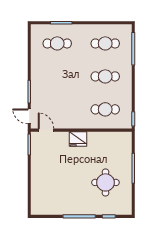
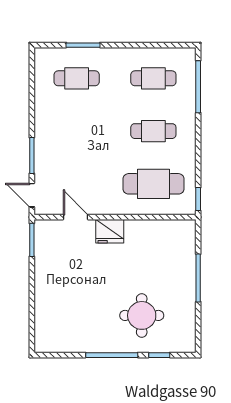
cafe table: (105, 109) -> (153, 184), width x1.37, depth x1.35
door: (46, 130) -> (76, 217), moved
round table: (105, 182) -> (142, 315), moved

